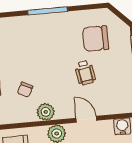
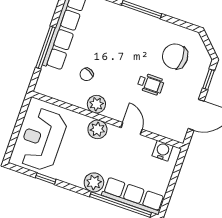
wheelchair: (85, 73) -> (151, 84), turned -81

